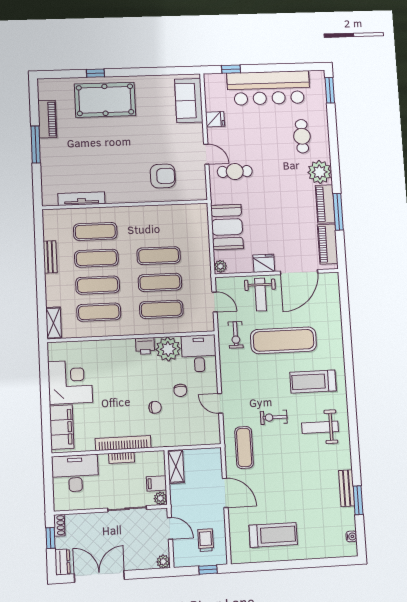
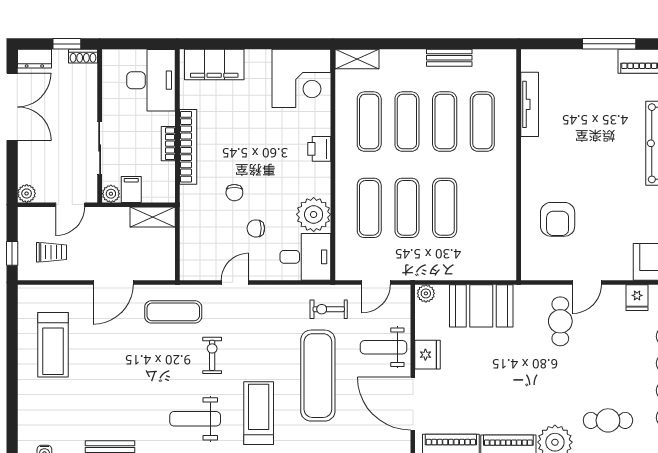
printer: (145, 346) -> (319, 149), moved
corner desk: (70, 382) -> (301, 78), moved
weight bench: (320, 427) -> (195, 419), turned -90

